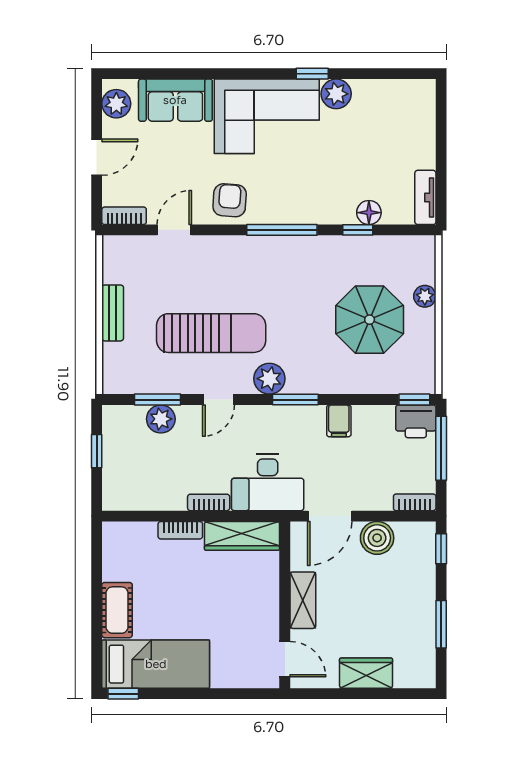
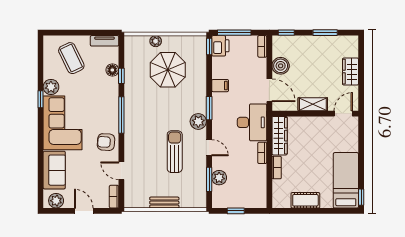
coffee table: (392, 133) -> (71, 58), added
sun lounger: (211, 333) -> (175, 152), width x0.73, depth x0.75
cot: (117, 610) -> (305, 200), moved

